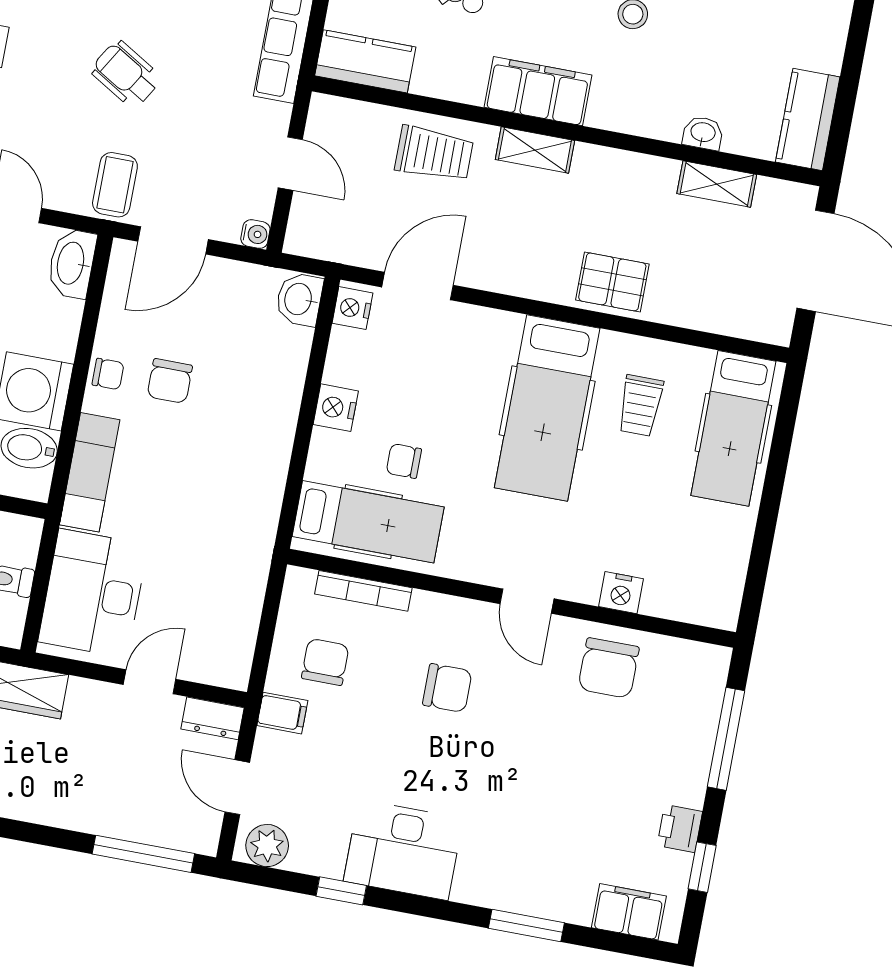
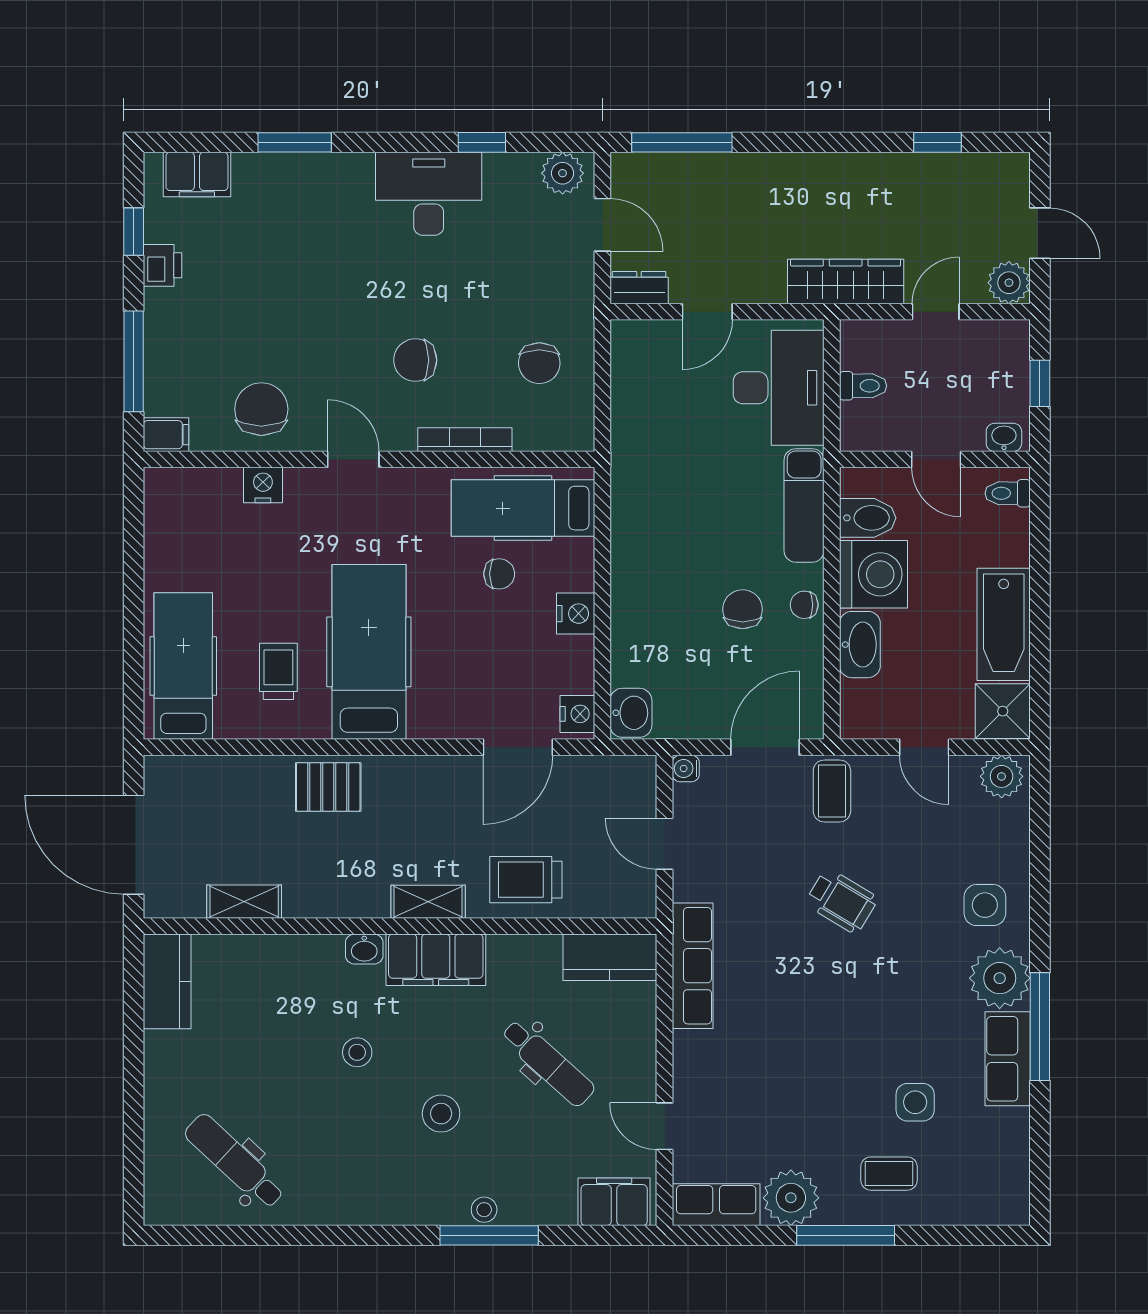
washbasin: (703, 133) -> (364, 949), moved
washbasin: (72, 263) -> (860, 645), moved
bookcase: (363, 591) -> (465, 440), moved
filing cabinet: (282, 713) -> (166, 435), moved, turned 180

